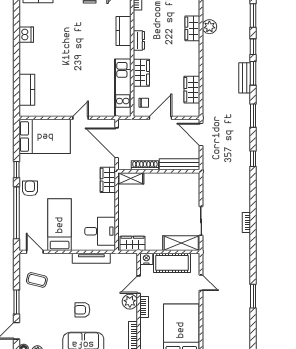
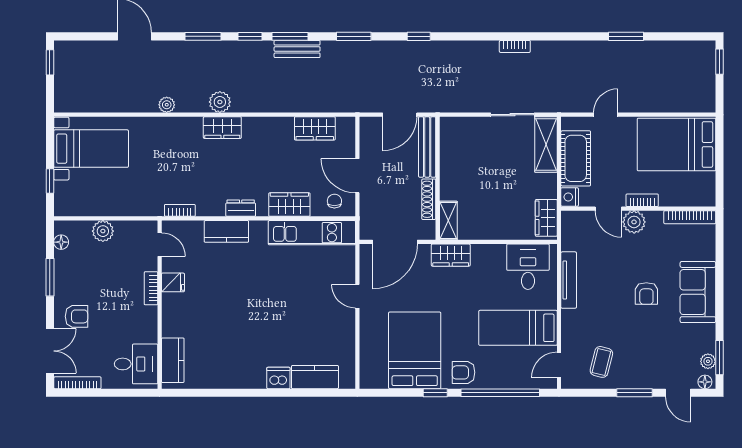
dishwasher: (26, 35) -> (278, 378), moved
door: (201, 135) -> (400, 115), moved
bed: (45, 136) -> (415, 350), moved

